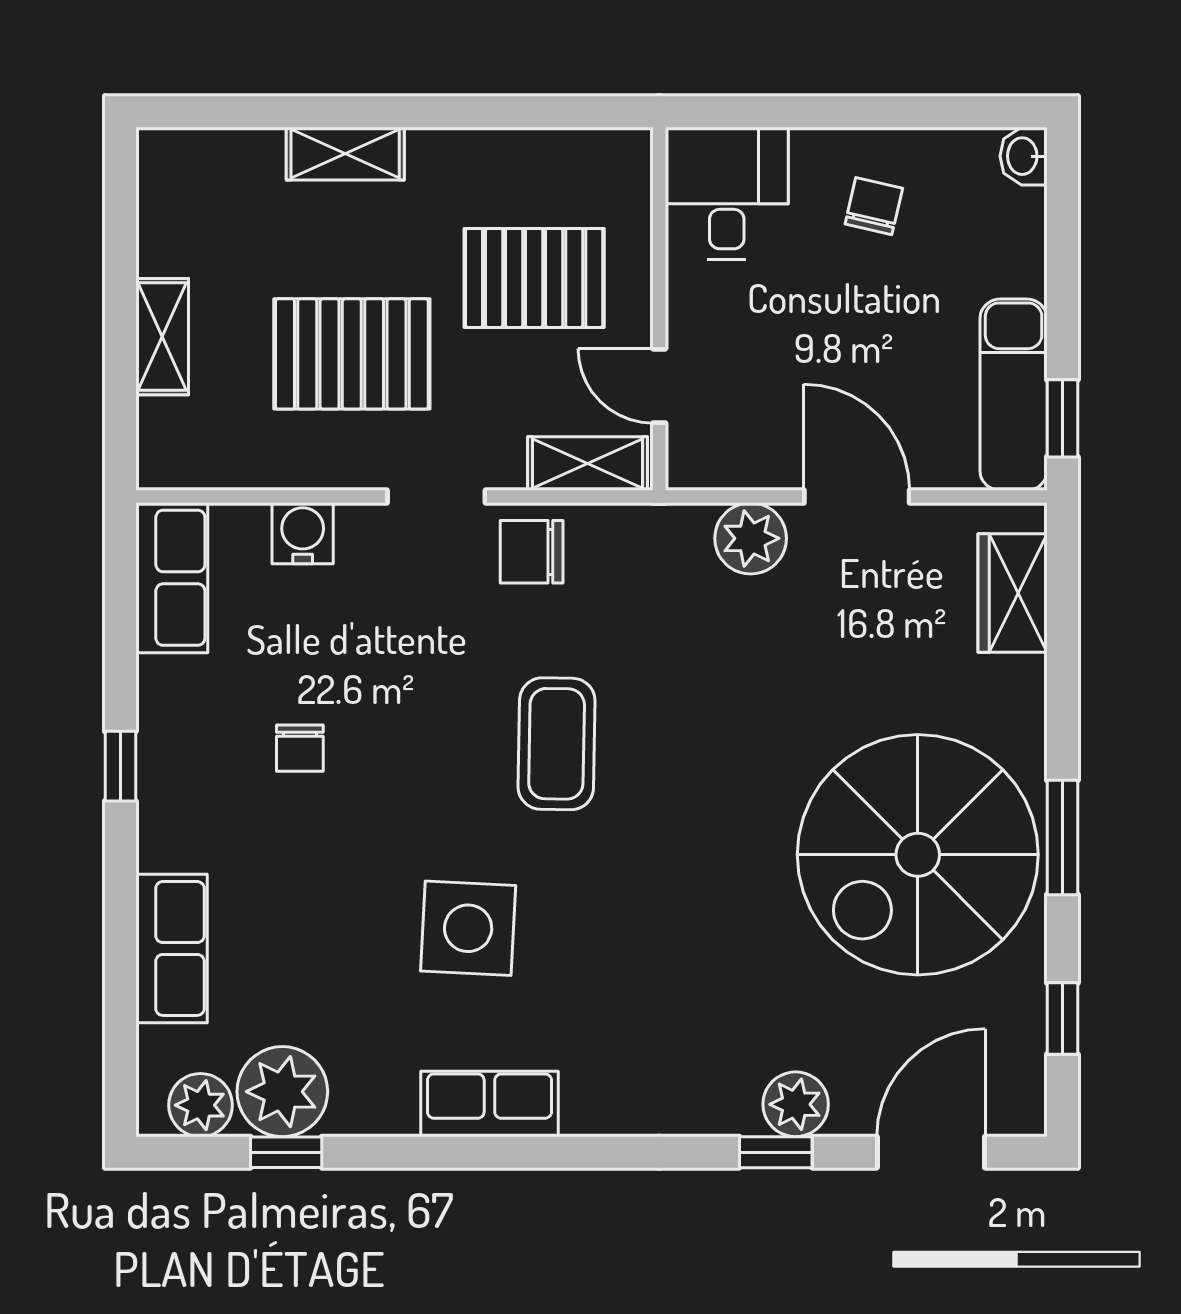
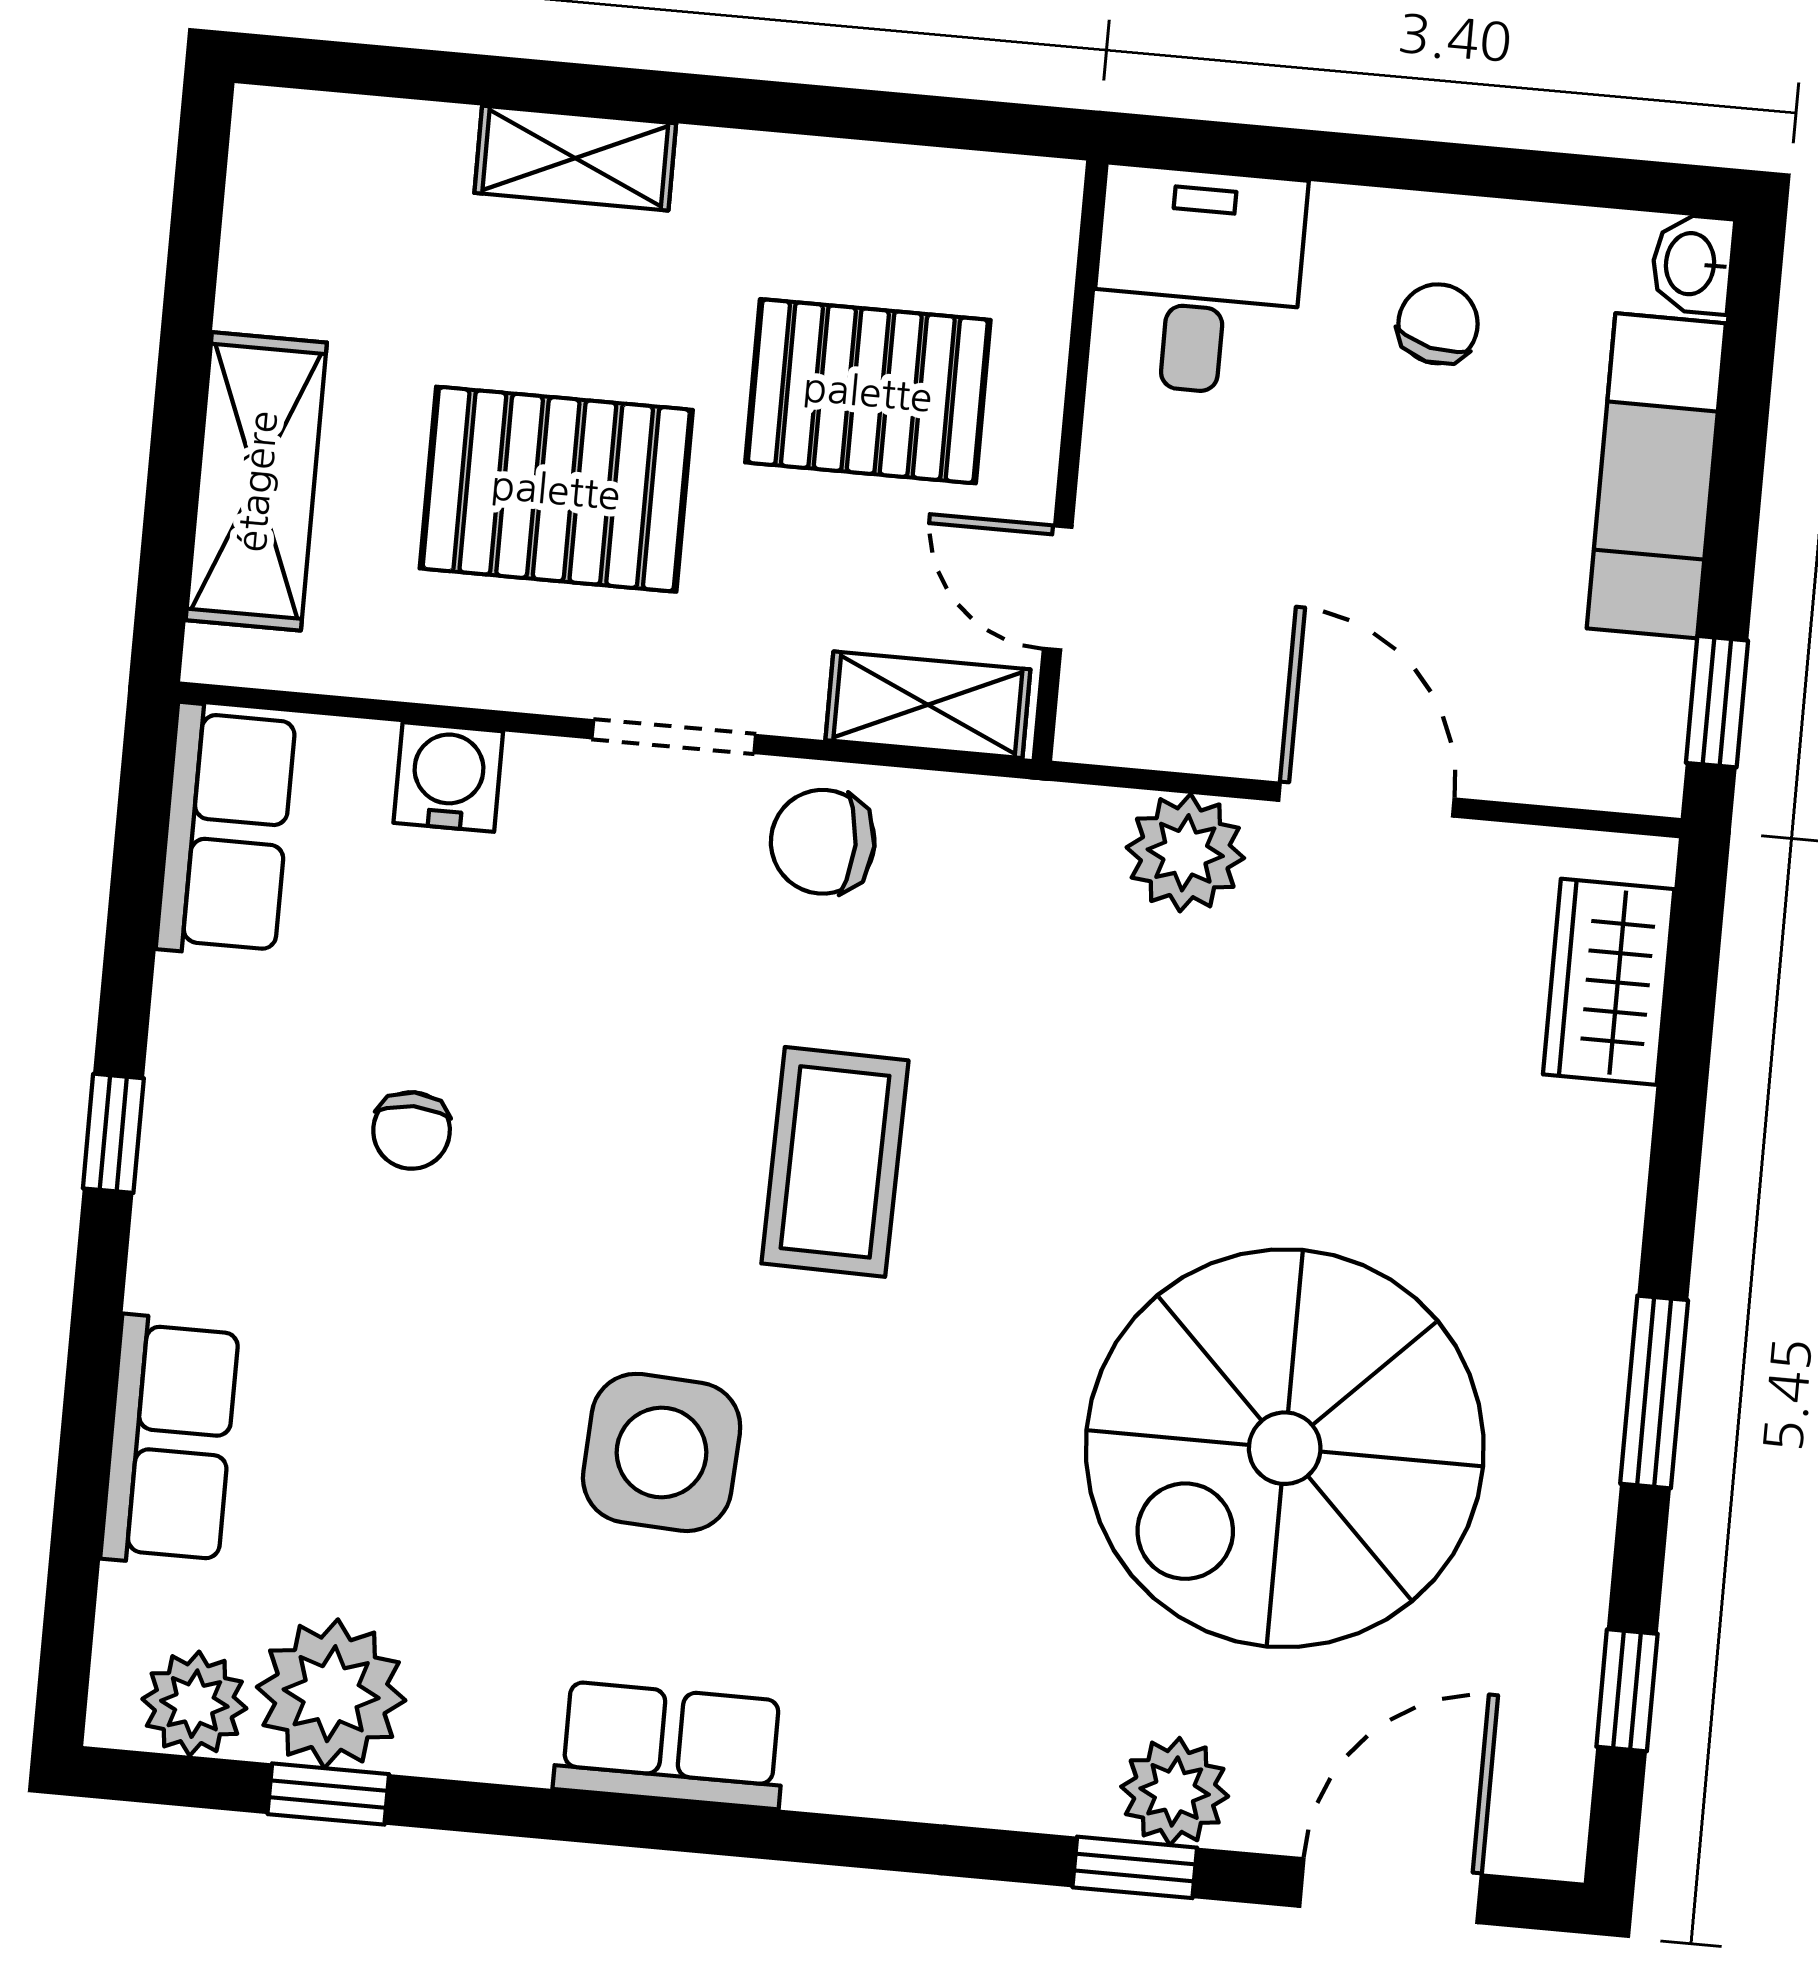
shelving: (162, 337) -> (256, 481), width x1.50, depth x1.33
exam couch: (1014, 395) -> (1656, 476), moved
spiral stairs: (918, 855) -> (1285, 1448), moved

